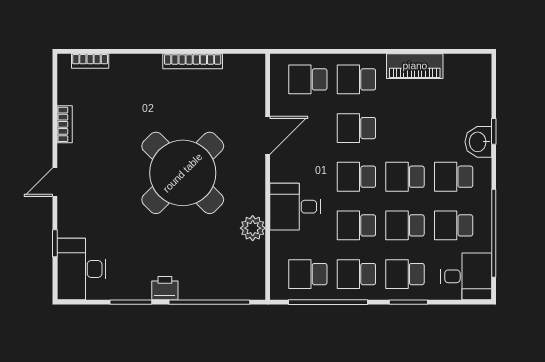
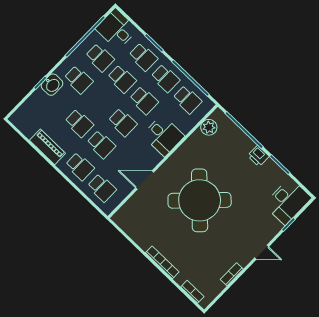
bookcase: (193, 61) -> (162, 262), moved
school desk: (405, 177) -> (79, 123), moved
plant: (253, 228) -> (209, 127), moved

